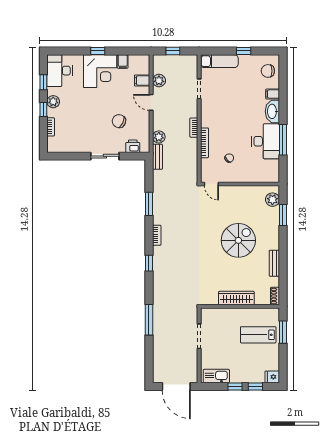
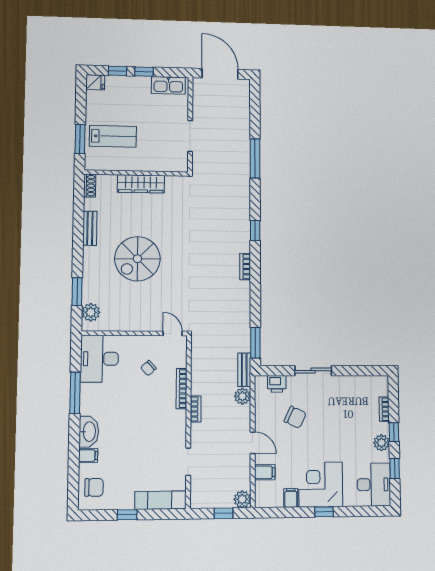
plant: (159, 81) -> (242, 499), moved
desk: (266, 141) -> (99, 359), moved
window: (149, 204) -> (255, 343), moved

